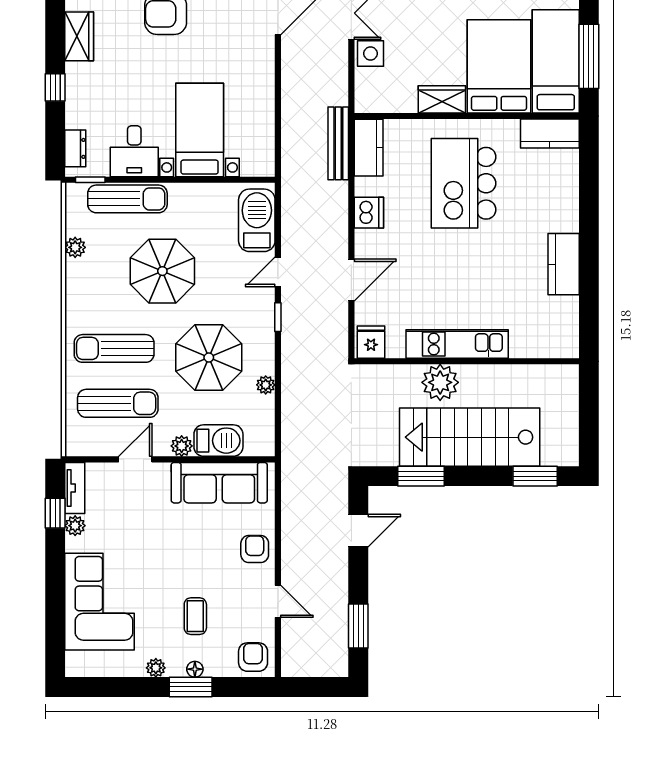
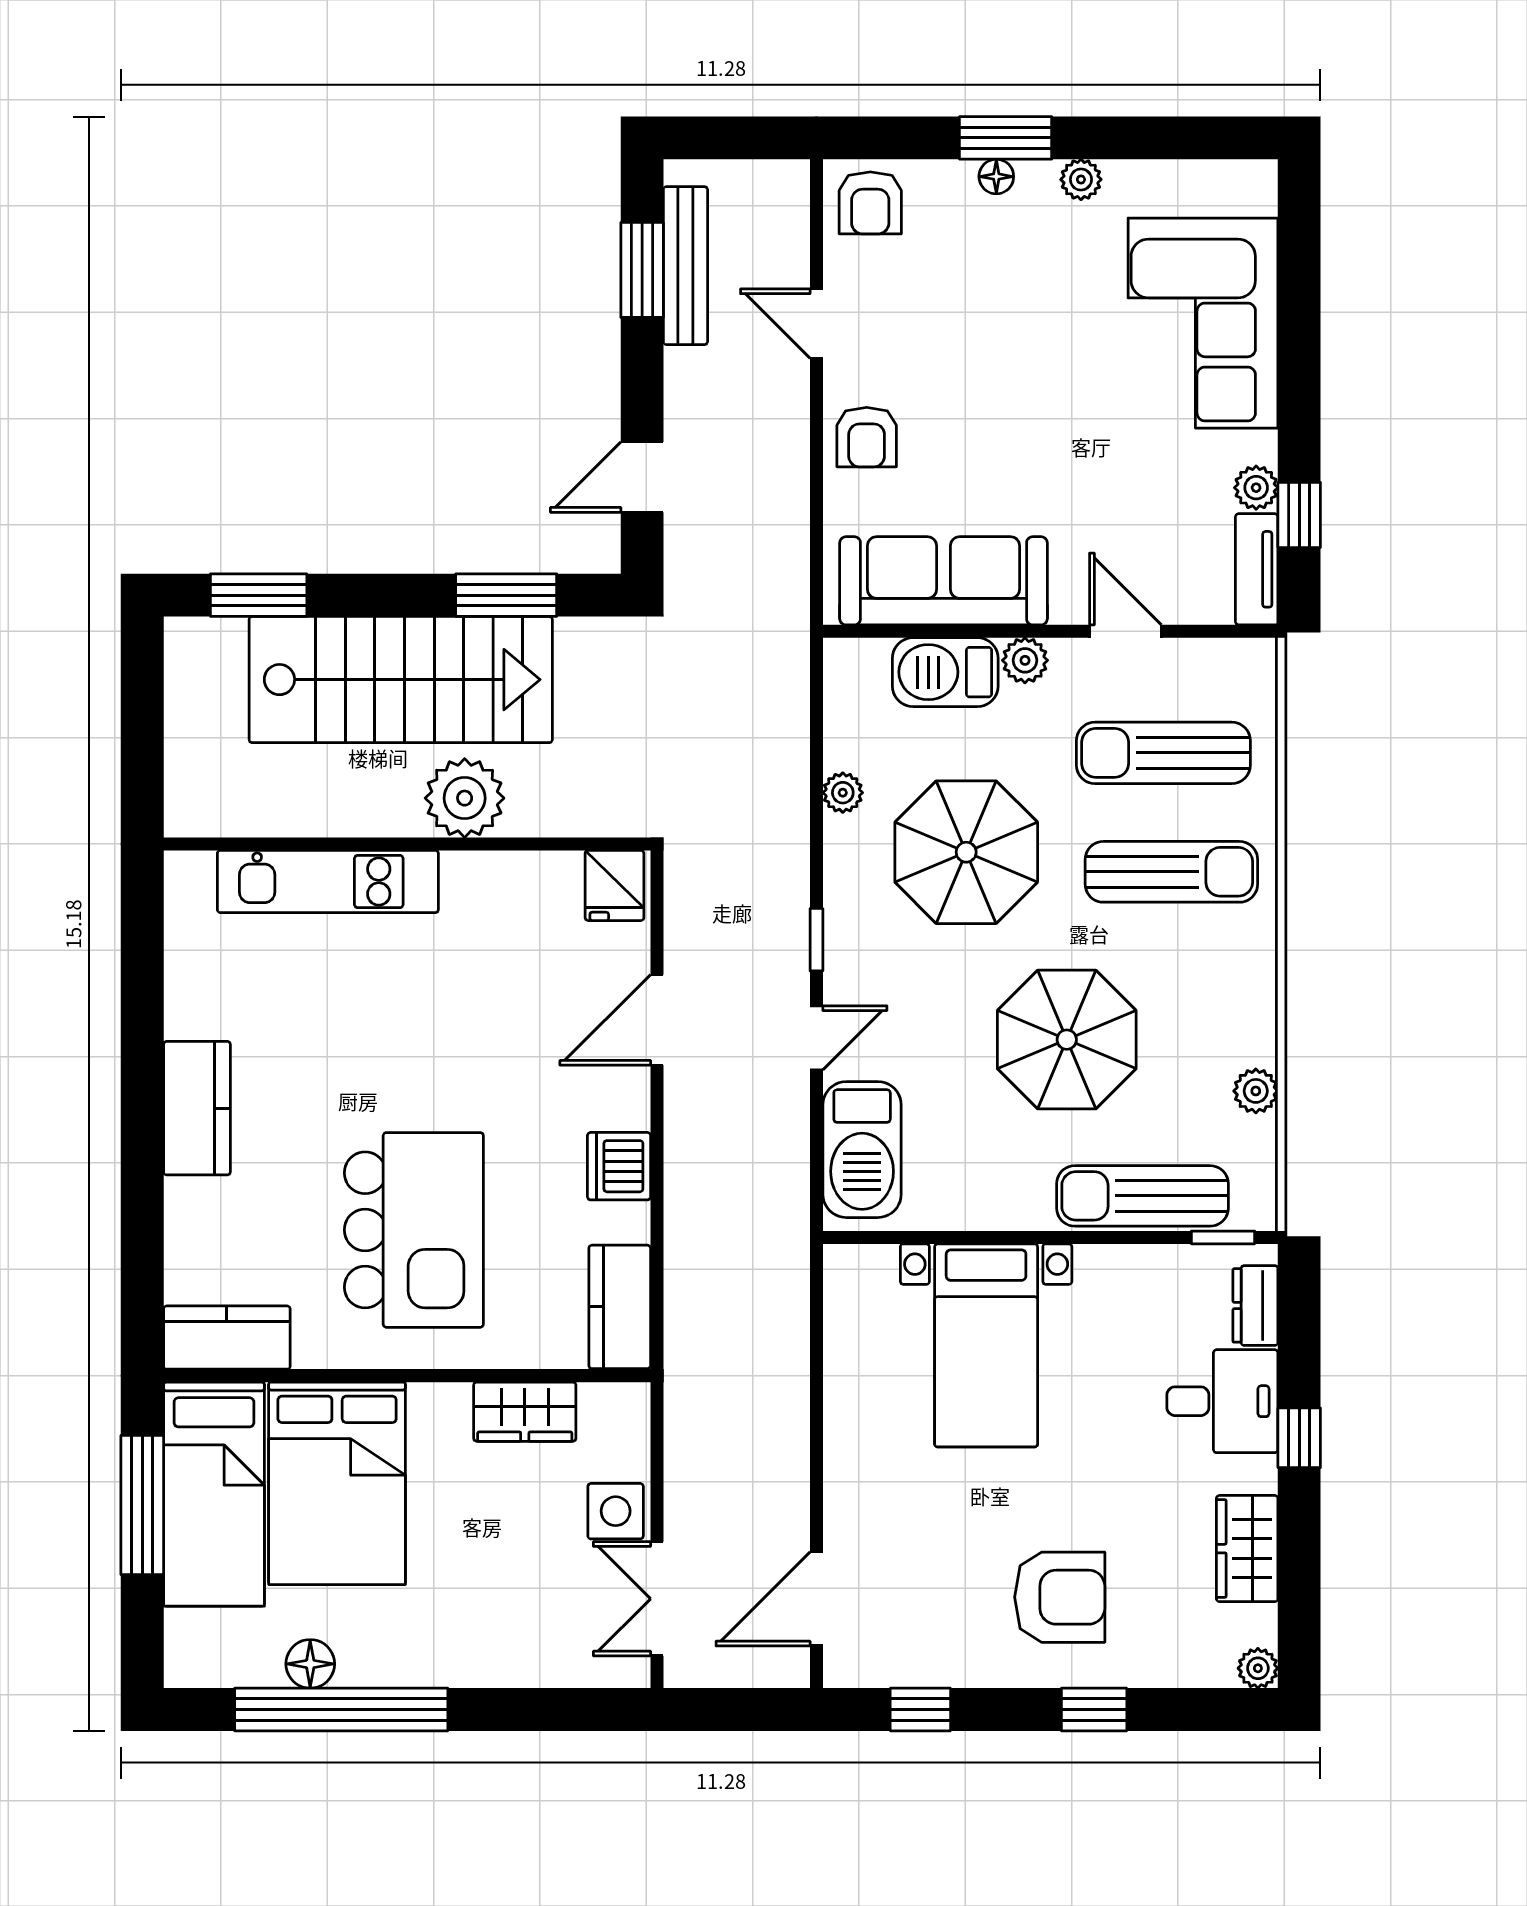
wardrobe: (442, 99) -> (525, 1412), moved
bench: (338, 143) -> (685, 266), moved
desk: (134, 151) -> (1222, 1401), moved, turned 90
kitchen counter: (564, 264) -> (197, 1108), moved
kitchen unit: (457, 344) -> (328, 881), moved
door: (135, 459) -> (1126, 631), swing flipped
coffee table: (195, 616) -> (995, 292), removed

